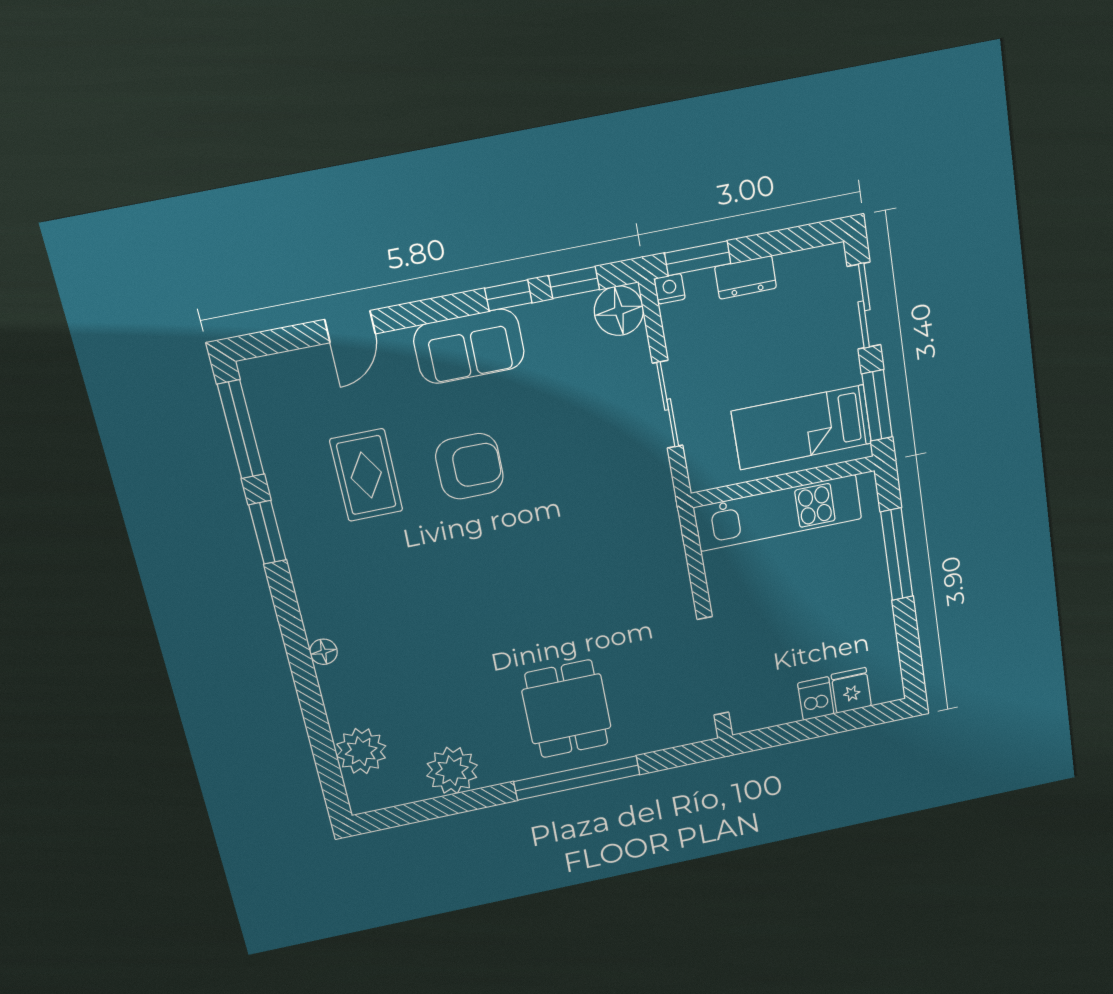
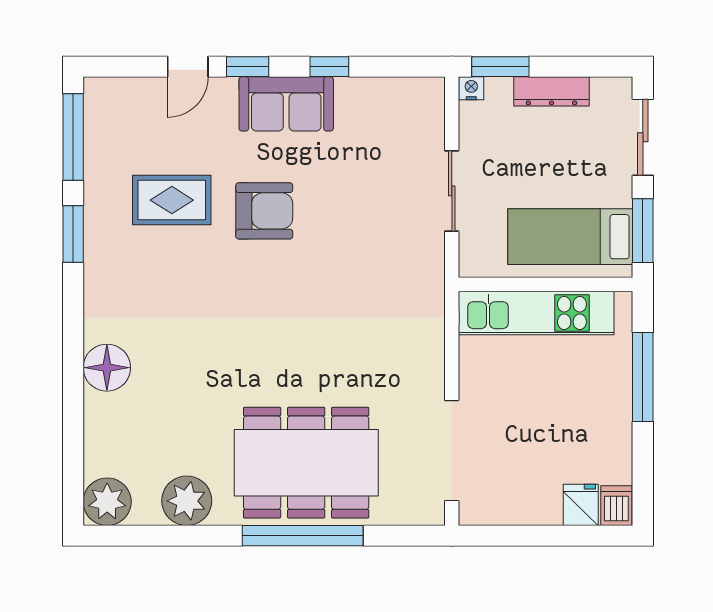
dresser: (746, 277) -> (551, 91), width x1.44
window: (574, 283) -> (248, 67), moved
floor lamp: (619, 311) -> (423, 99), removed
rug: (366, 475) -> (172, 200), turned 90
floor lamp: (323, 652) -> (107, 368), width x1.89, depth x1.89
dishwasher: (816, 699) -> (616, 506), moved
dining table: (567, 709) -> (306, 463), width x1.88, depth x1.24
plant: (361, 751) -> (107, 502), moved

